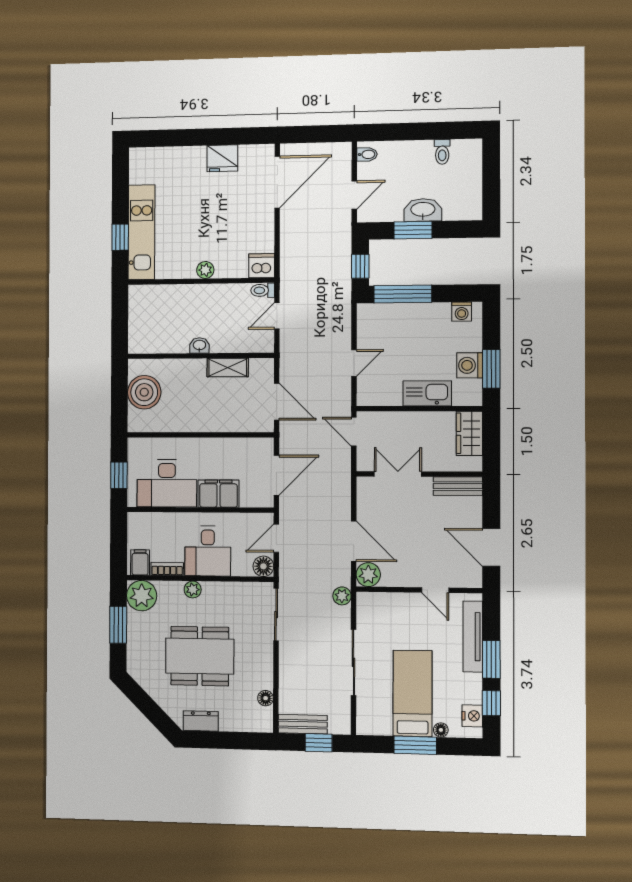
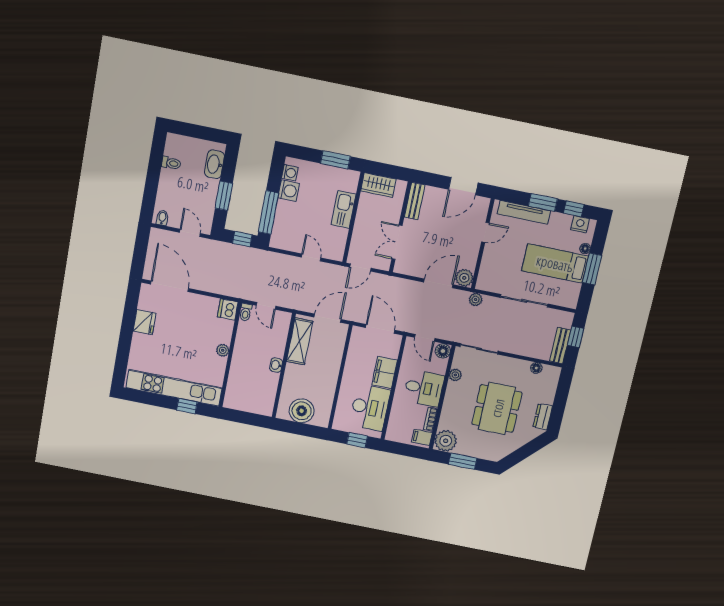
washbasin: (423, 210) -> (214, 164), moved
kitchen unit: (142, 232) -> (174, 388), width x1.36
washing machine: (470, 365) -> (289, 191), moved, turned -90
shelving: (228, 368) -> (300, 341), width x1.50, depth x1.33
plant: (193, 590) -> (455, 375), moved

